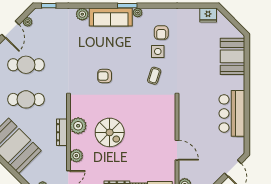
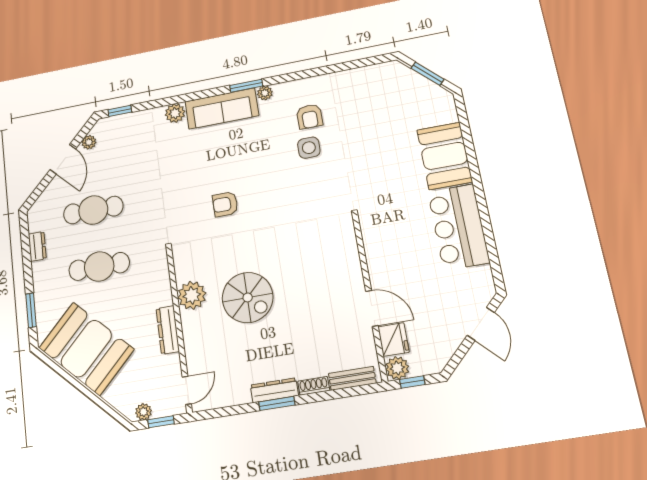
fridge: (208, 15) -> (393, 339), moved, turned -90
window: (233, 20) -> (428, 74), added
booth: (232, 56) -> (445, 156), moved
coffee table: (154, 76) -> (309, 188), removed
dresser: (62, 132) -> (168, 330), moved
plant: (76, 156) -> (195, 348), removed

